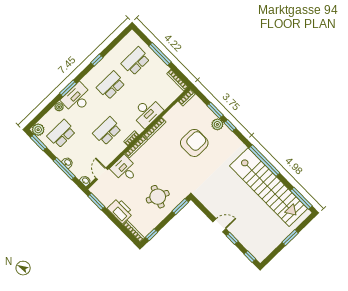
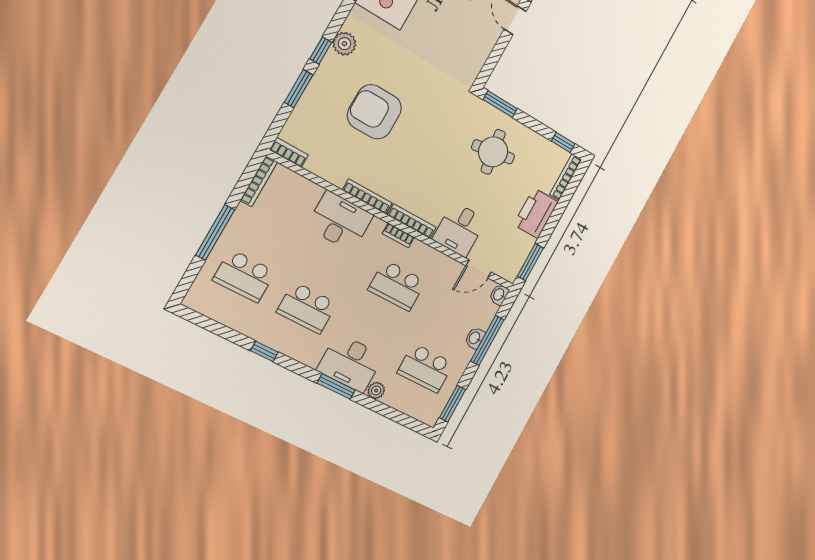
plant: (217, 124) -> (344, 44), moved
plant: (38, 130) -> (429, 413), removed
round table: (158, 197) -> (493, 152), turned -32

